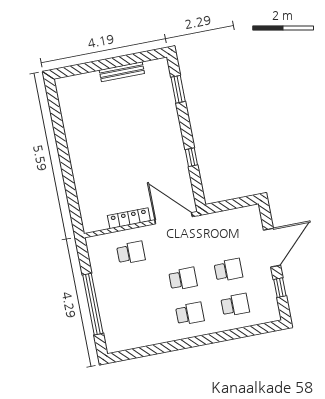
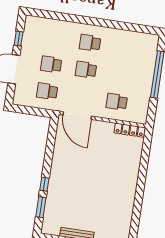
window: (191, 157) -> (44, 184), moved
locker: (129, 218) -> (130, 130), moved
school desk: (235, 305) -> (47, 91), moved

